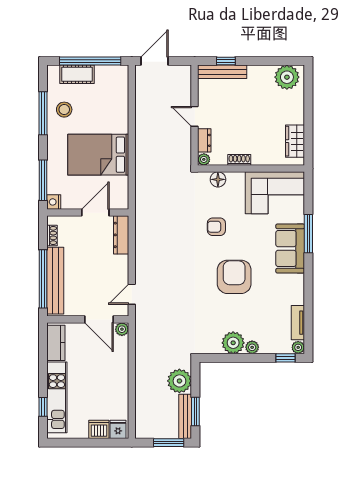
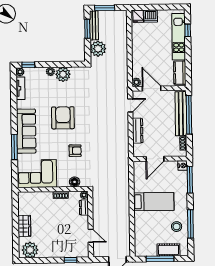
window: (90, 61) -> (160, 259), width x0.68
bench: (222, 72) -> (73, 253), removed
door: (195, 116) -> (91, 236), moved
wardrobe: (295, 141) -> (24, 226), moved
bed: (98, 155) -> (154, 202), width x0.67
dresser: (121, 235) -> (138, 131), moved
sofa: (290, 249) -> (26, 131), width x1.36
armchair: (234, 277) -> (63, 118), turned 180

